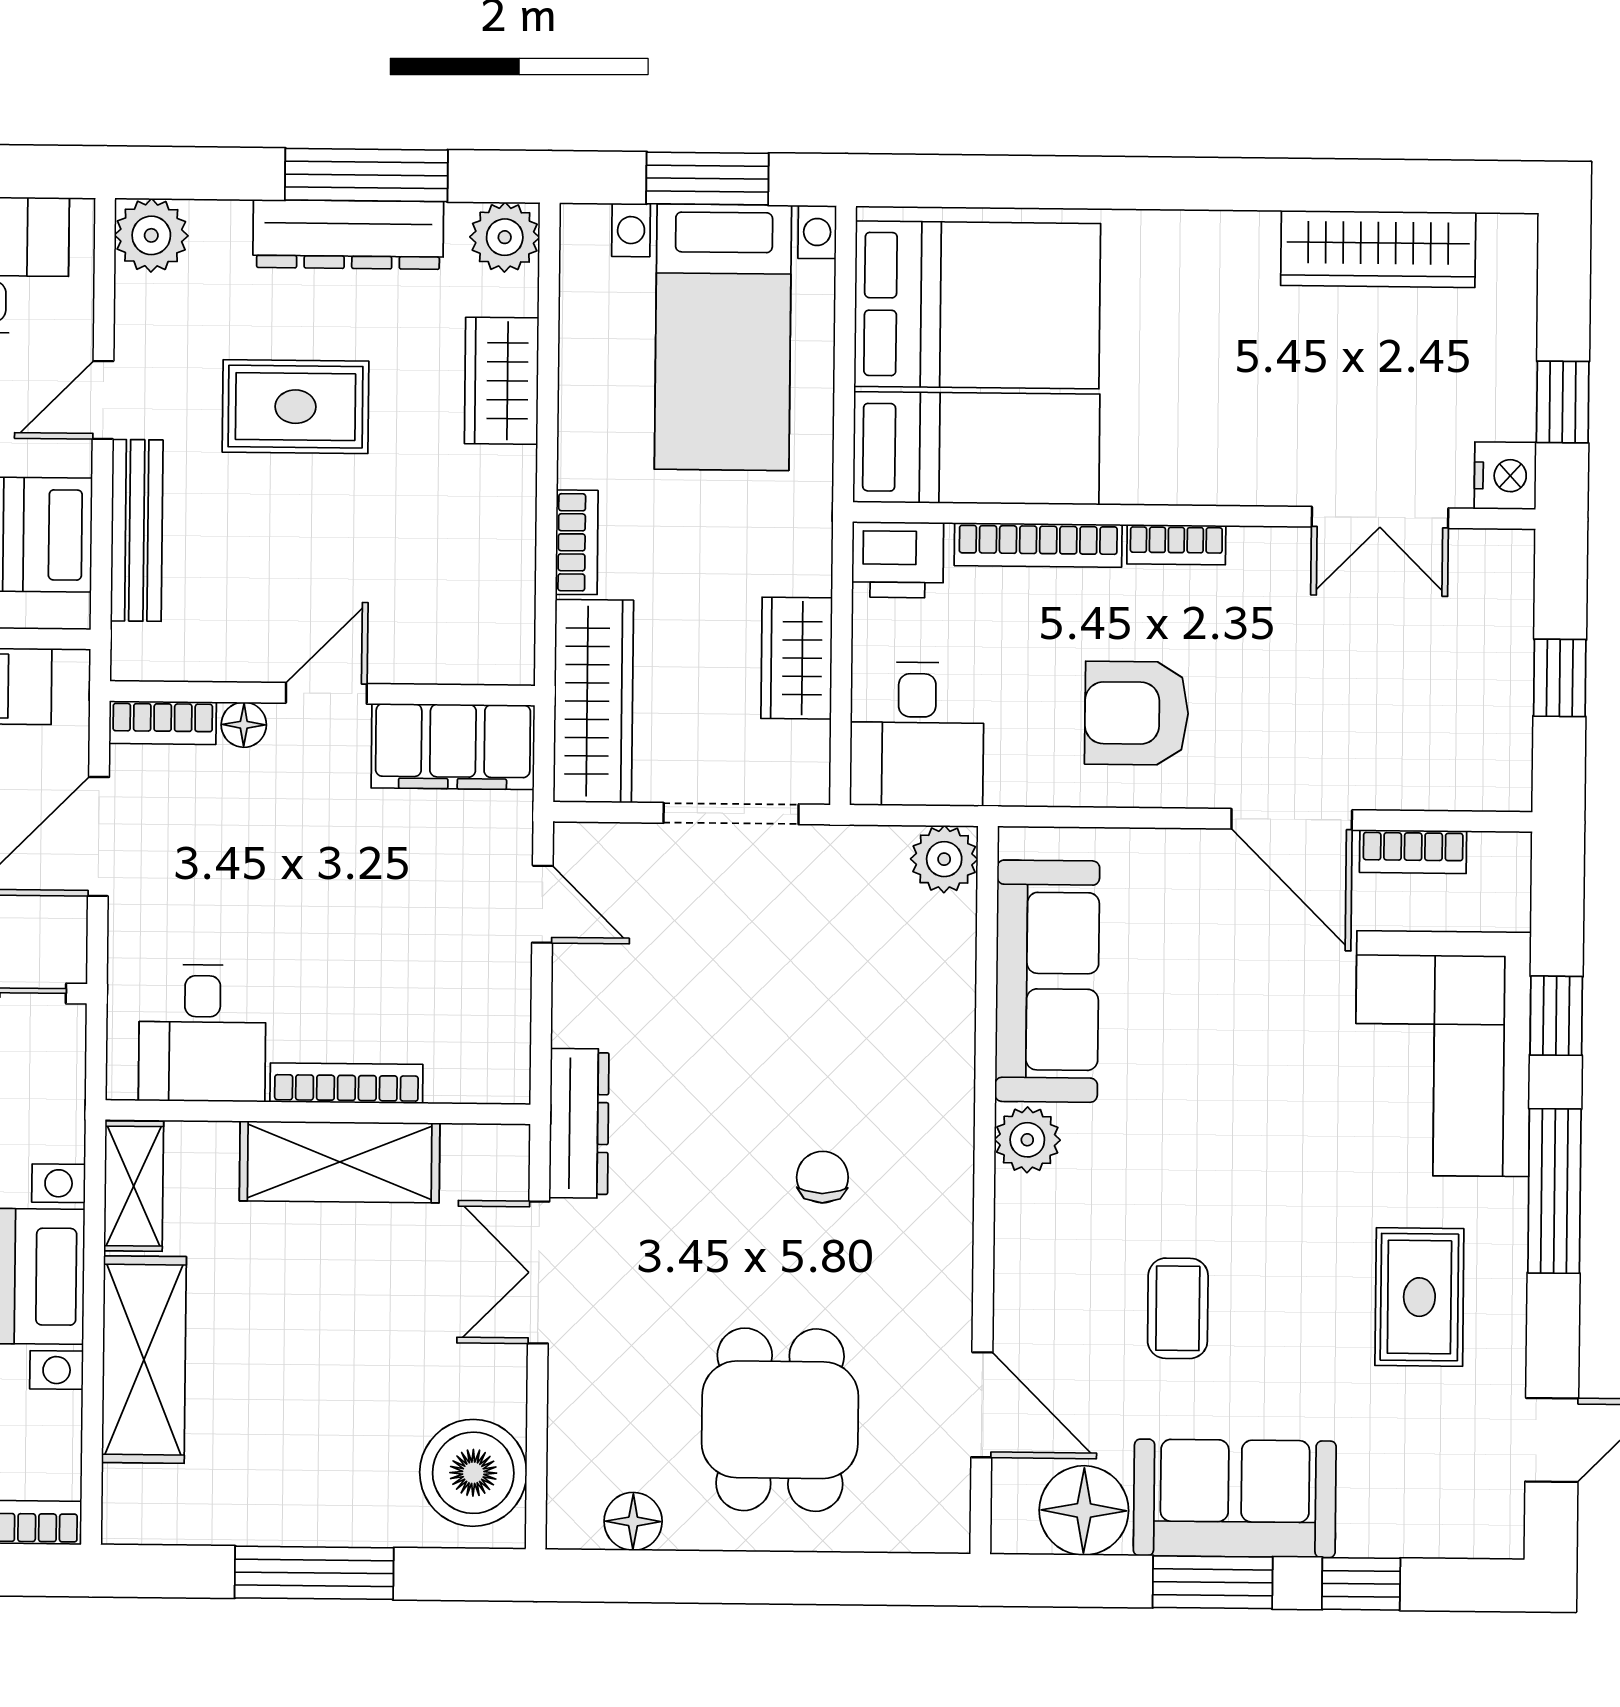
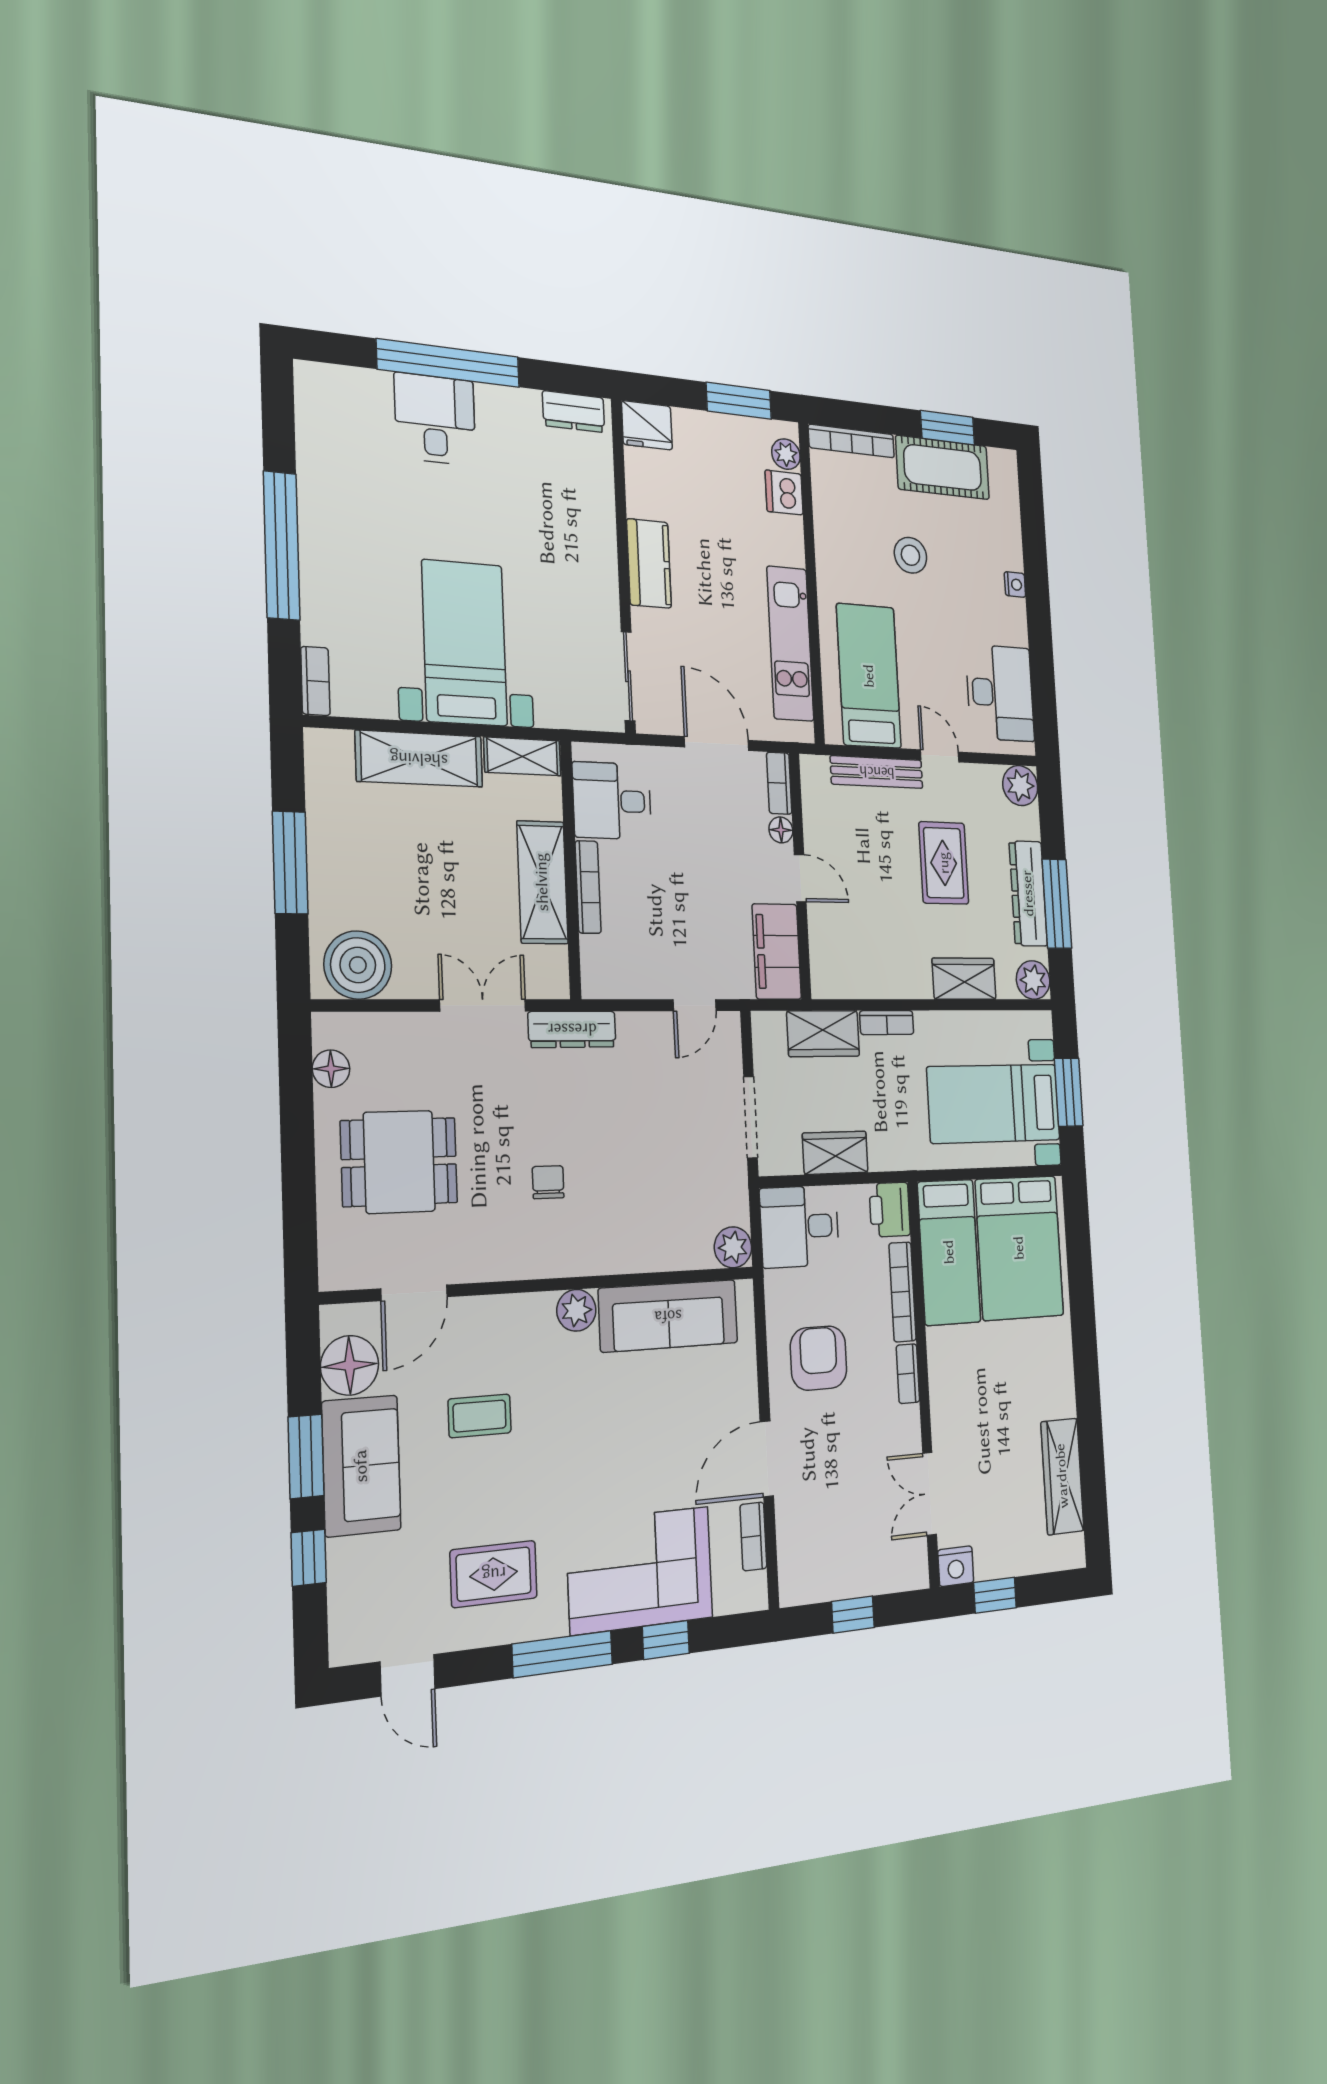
wardrobe: (593, 701) -> (823, 1034), width x0.67
chair: (822, 1177) -> (548, 1182), turned -90

